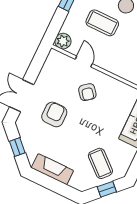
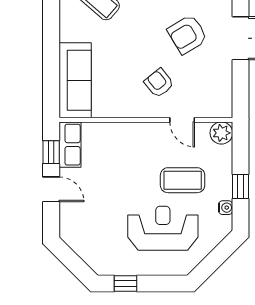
armchair: (54, 114) -> (187, 34), turned 59

